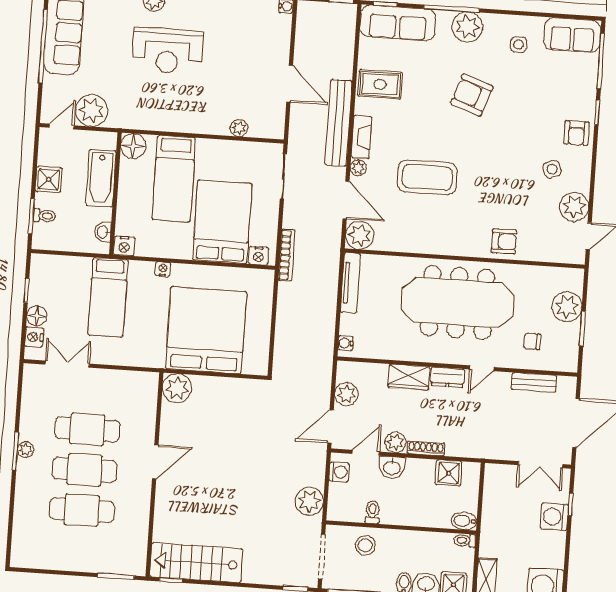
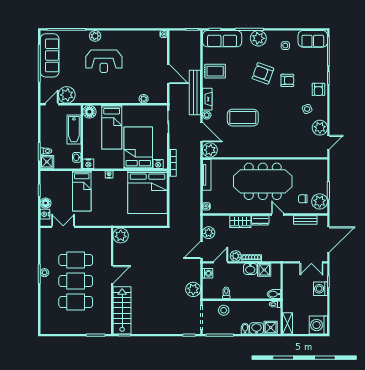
shower: (49, 180) -> (47, 162), moved
armchair: (504, 241) -> (287, 80), moved
plant: (567, 307) -> (320, 201), moved
bed: (206, 330) -> (148, 192), moved, turned 180
door: (482, 368) -> (278, 214), swing flipped
washbasin: (392, 467) -> (250, 269), moved
stairs: (196, 563) -> (122, 310), moved, turned 90

